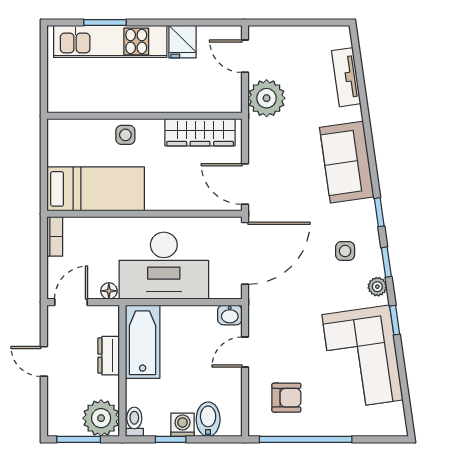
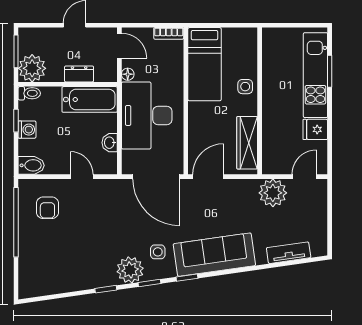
sofa: (347, 162) -> (214, 255), width x1.36
plant: (377, 287) -> (130, 270), width x1.87, depth x1.87
washbasin: (230, 315) -> (110, 143), moved
corner sofa: (362, 357) -> (78, 265), removed
bidet: (208, 419) -> (31, 165), moved

